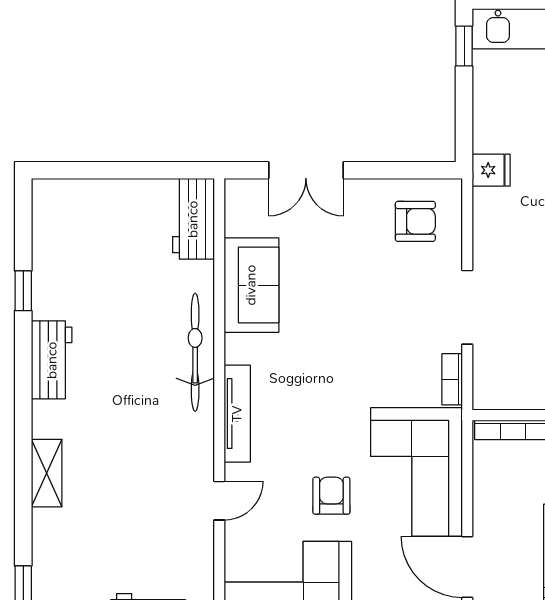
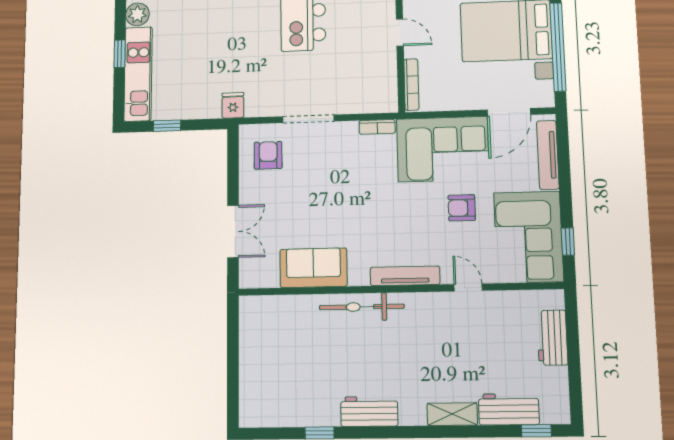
window: (464, 46) -> (167, 126), moved
workbench: (193, 219) -> (509, 409), moved, turned 180
doorway: (467, 307) -> (308, 119), moved

